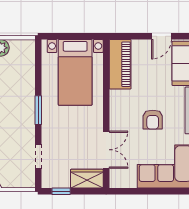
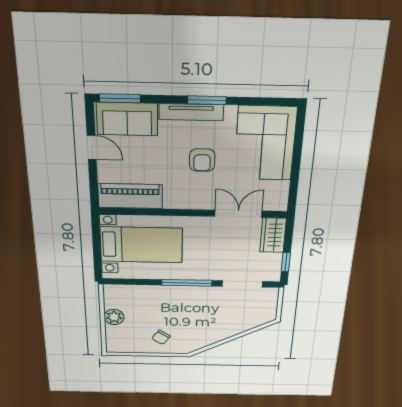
window: (38, 110) -> (187, 283), width x1.44
armchair: (153, 120) -> (202, 160), turned 90
doorway: (38, 157) -> (242, 284), width x1.38

